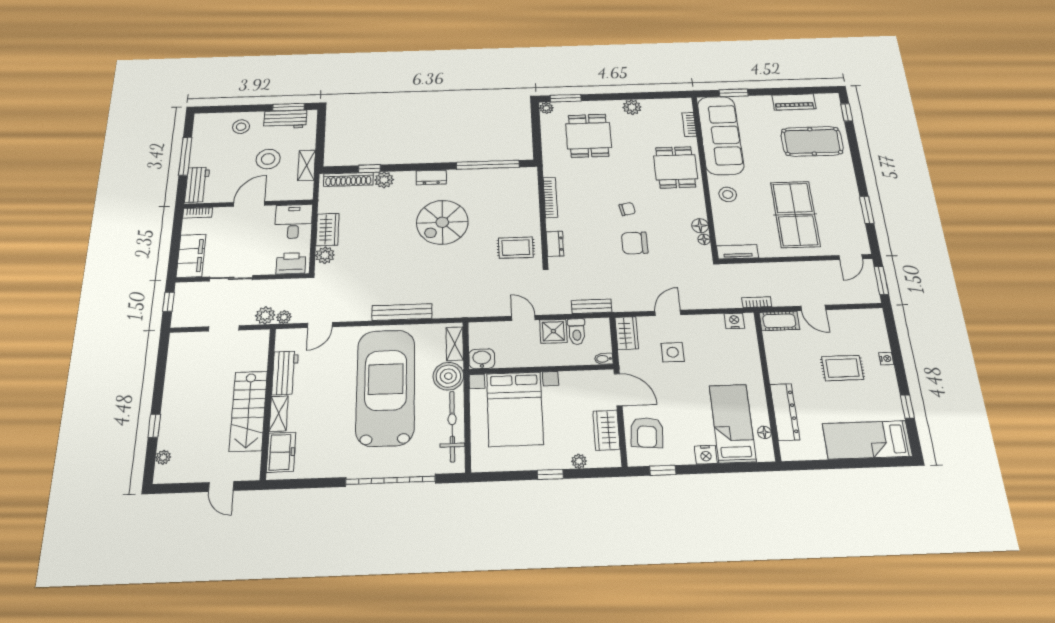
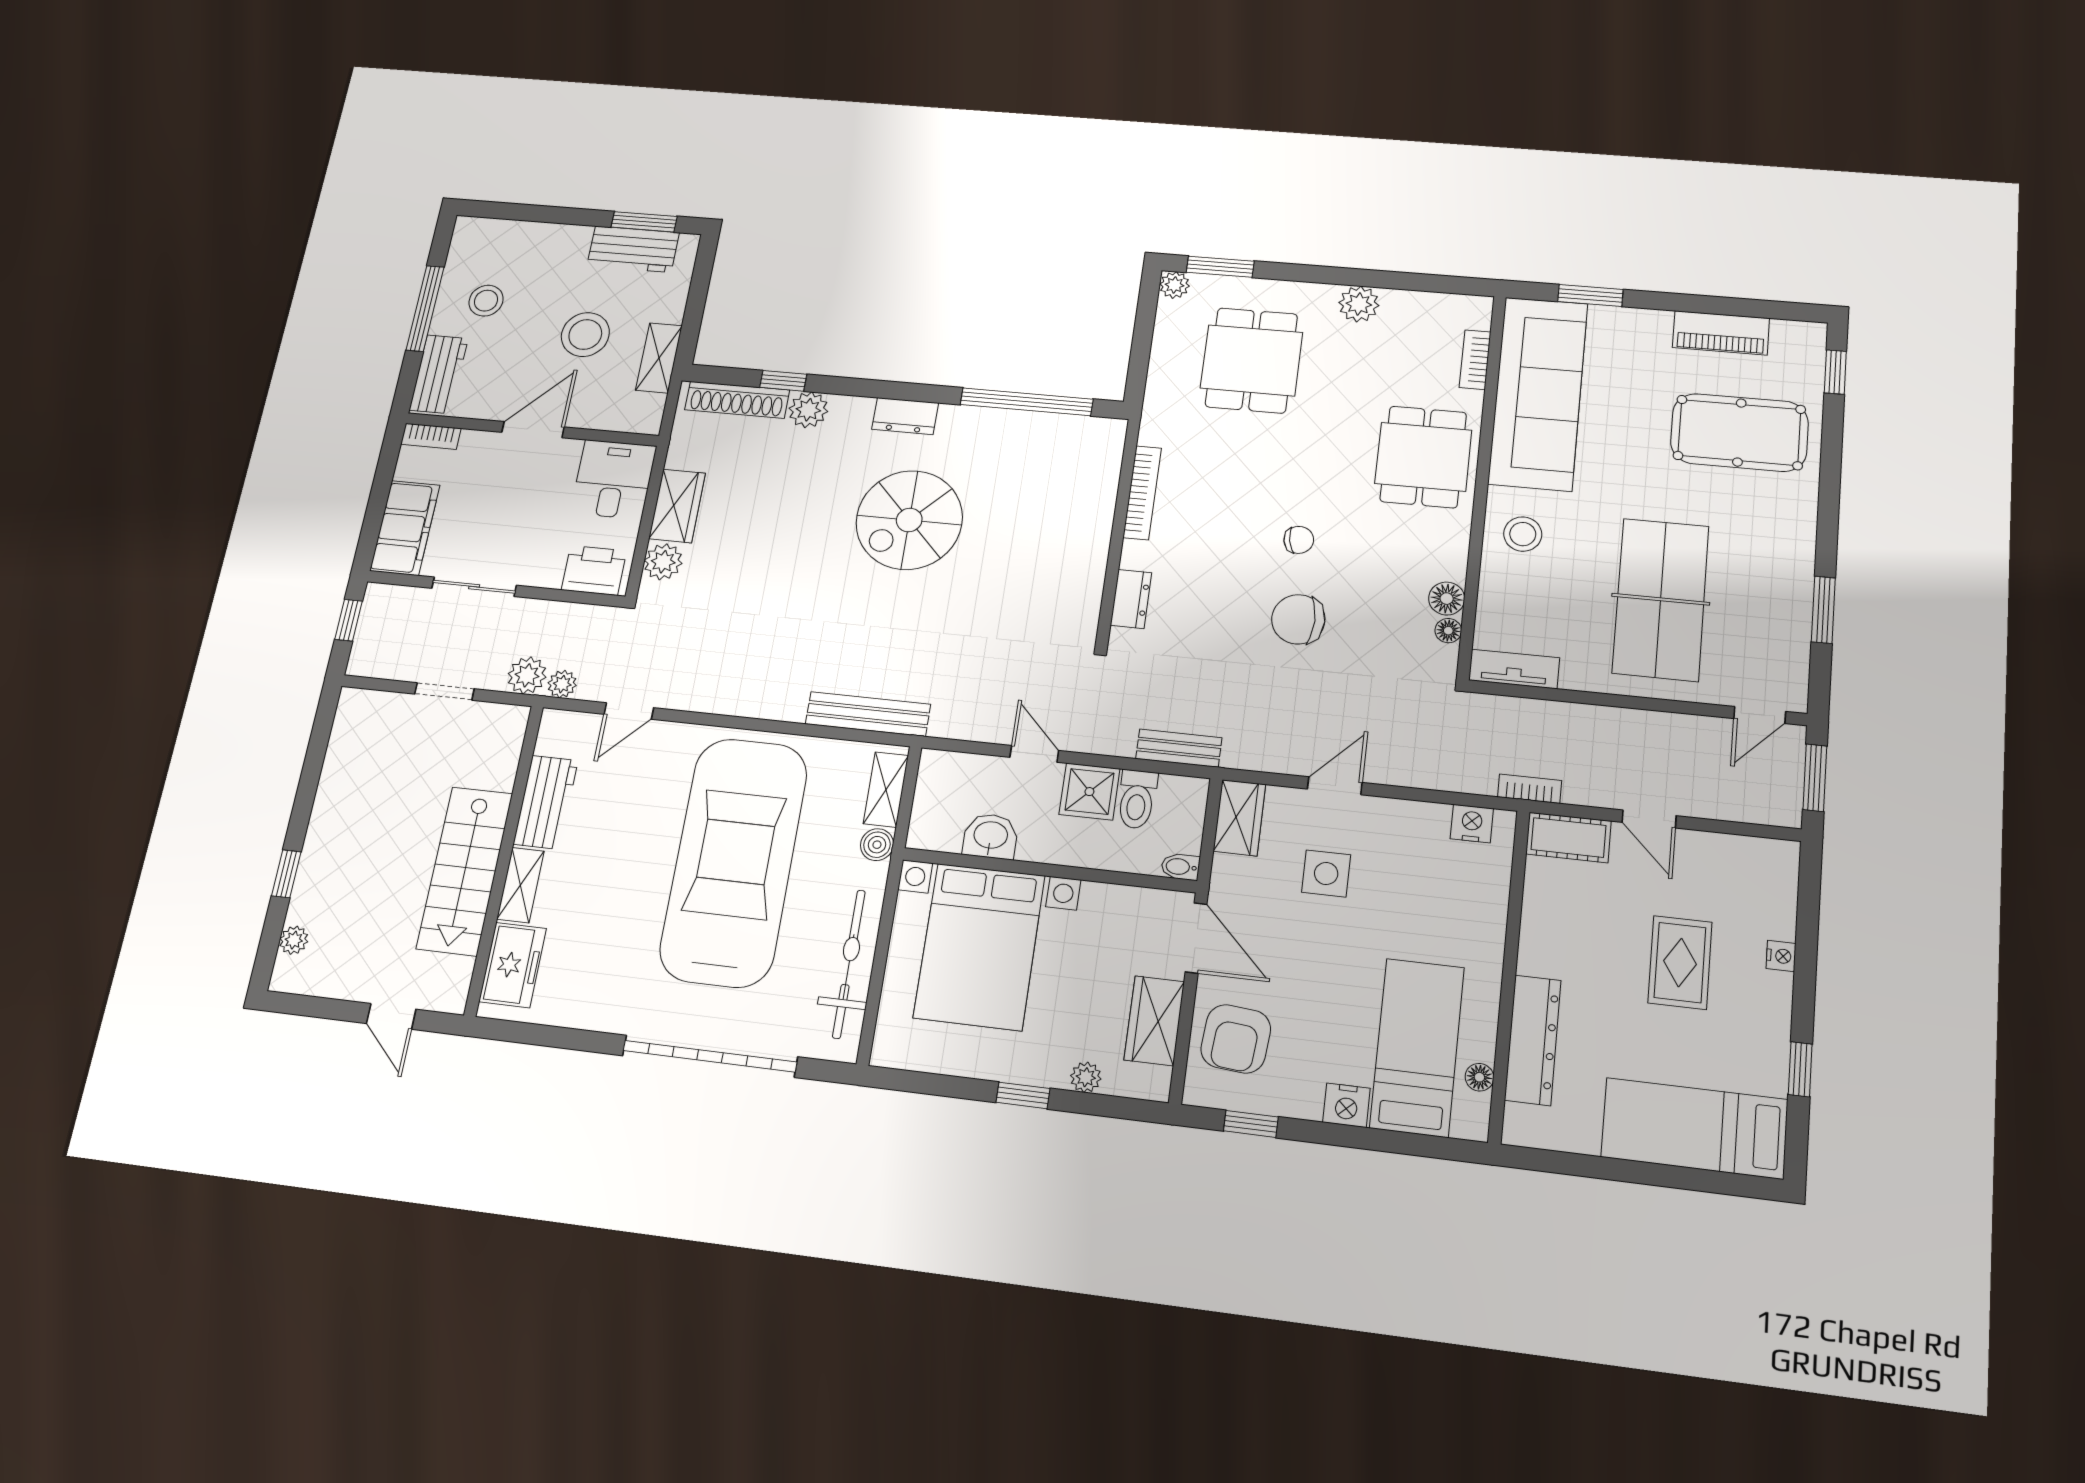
stool: (241, 127) -> (486, 301), moved
rug: (516, 248) -> (1049, 596), removed
bench: (402, 312) -> (868, 714), moved
washbasin: (482, 359) -> (991, 836), moved
rug: (842, 368) -> (1680, 962), turned 90
boiler: (448, 376) -> (877, 845), width x0.54, depth x0.54

